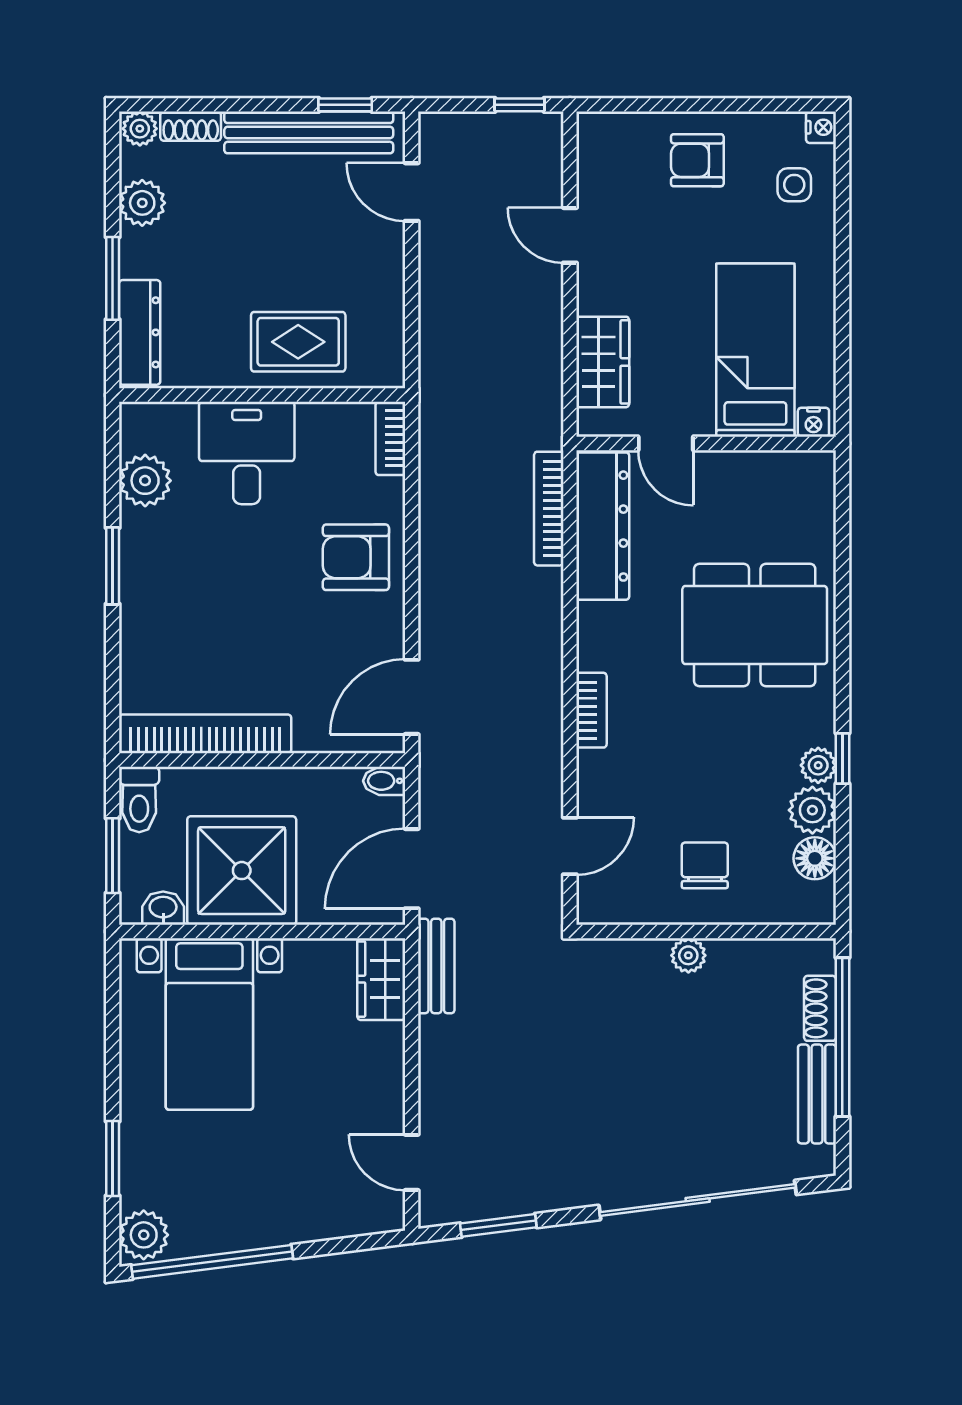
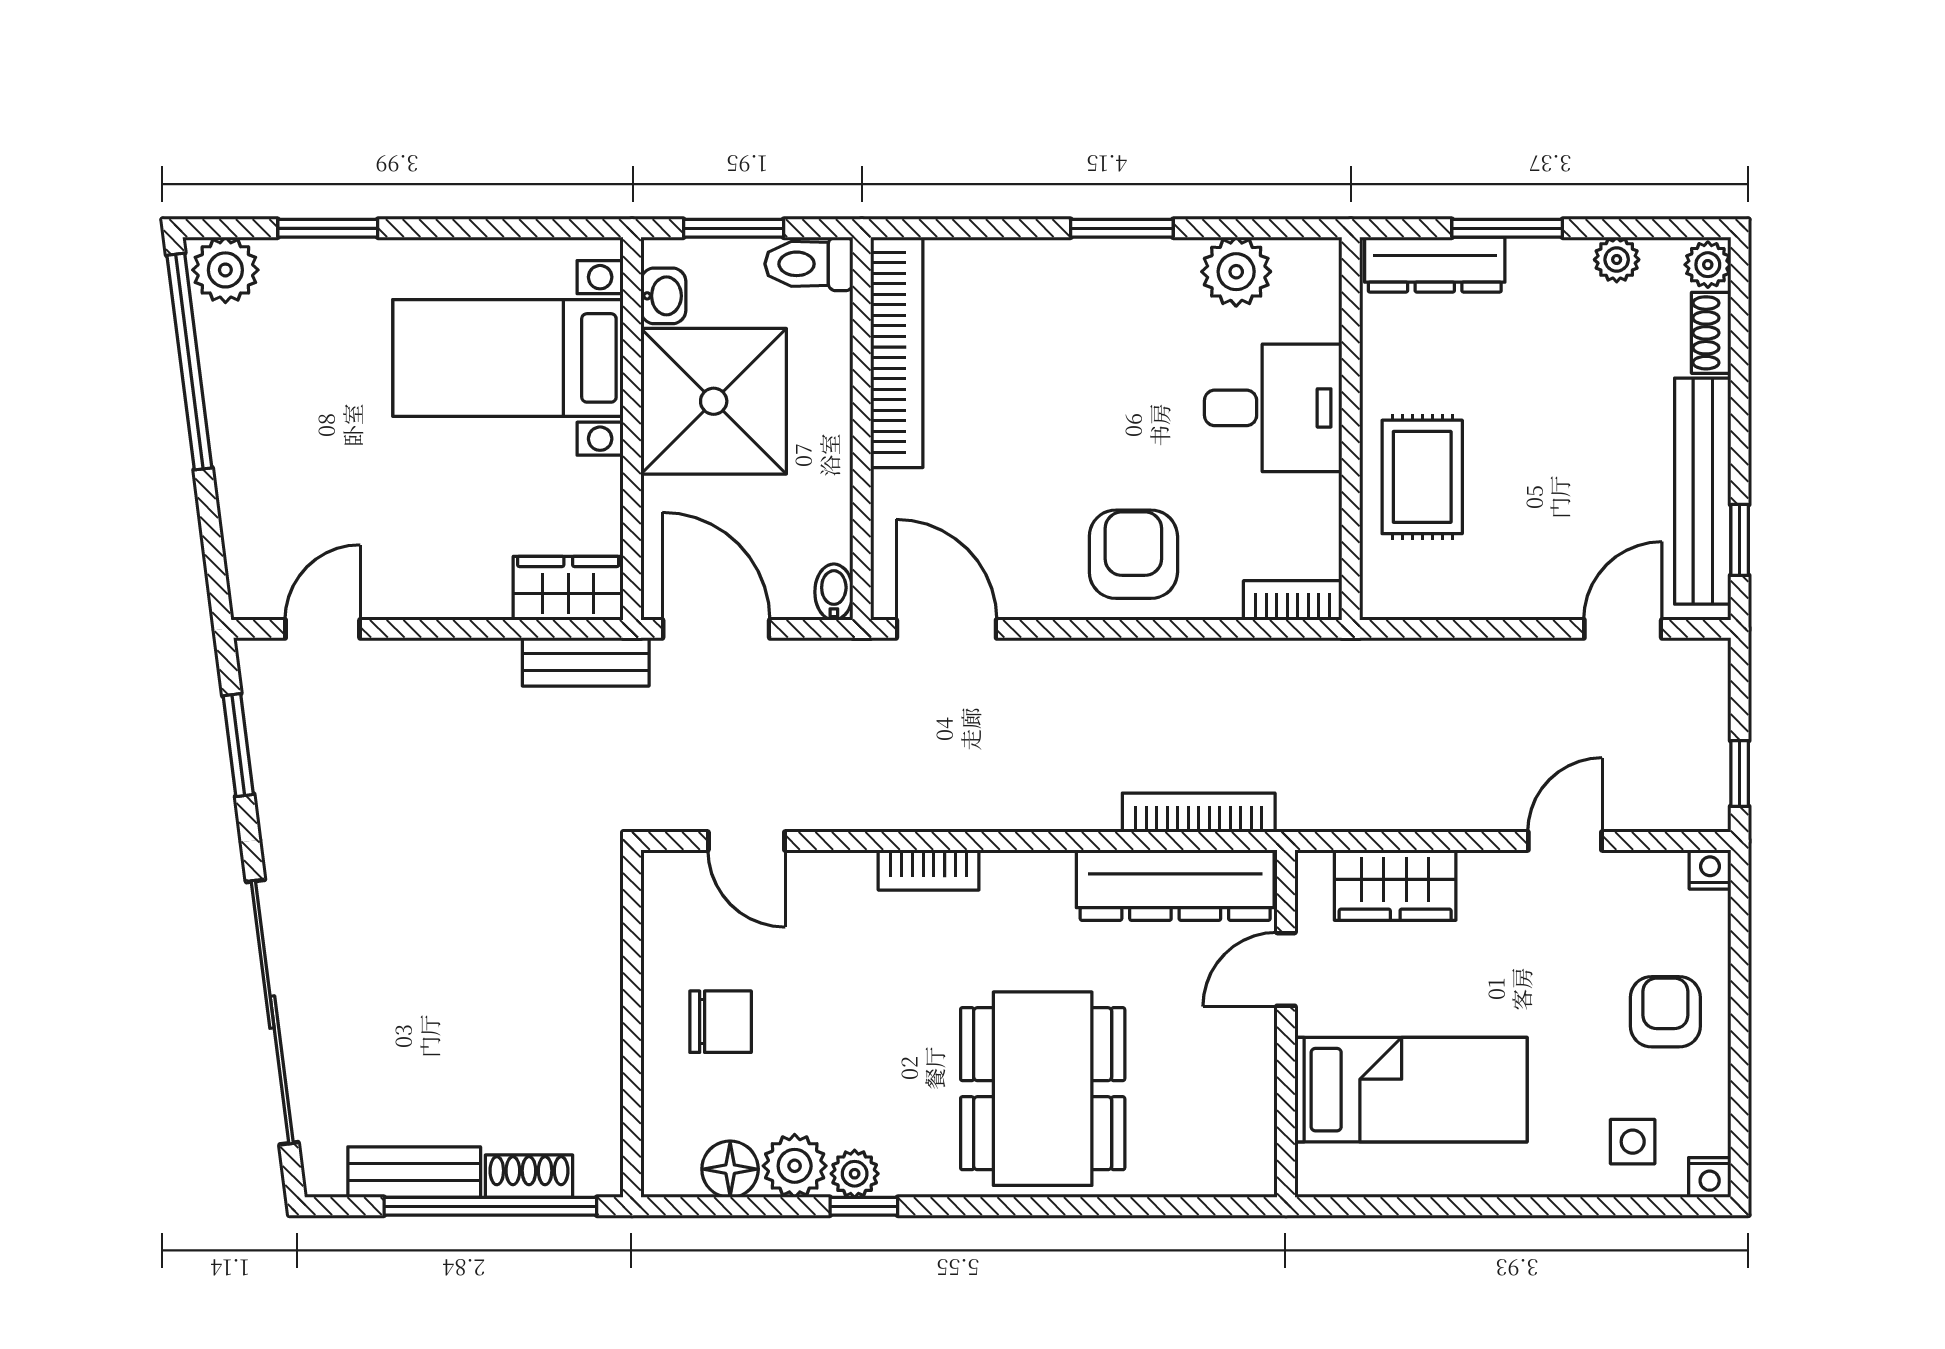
plant: (142, 203) -> (1617, 260), width x0.73, depth x0.73
nightstand: (813, 422) -> (1710, 869), moved, turned 90
plant: (688, 955) -> (600, 1000), removed

